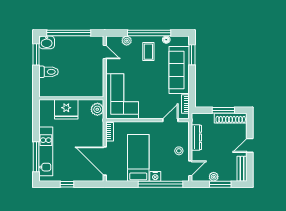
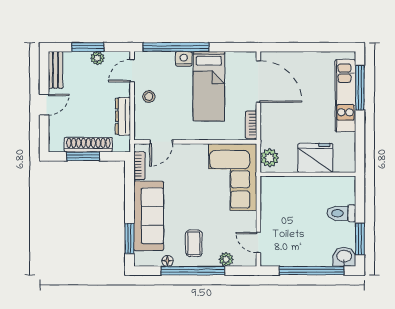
shoe rack: (231, 118) -> (88, 145), moved
window: (67, 184) -> (314, 47), removed

